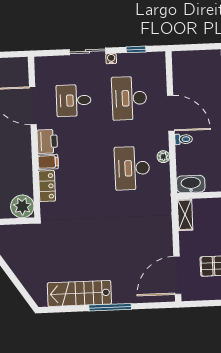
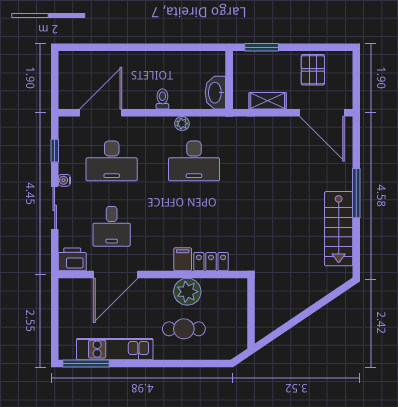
door: (171, 113) -> (101, 113), moved
printer: (47, 141) -> (72, 259), moved
plant: (22, 206) -> (187, 292), moved
shelving: (185, 215) -> (268, 101), moved

